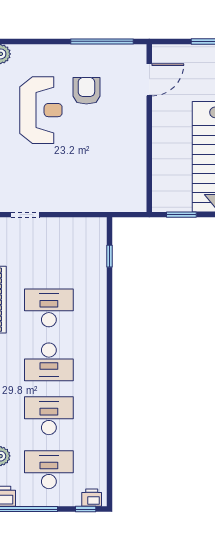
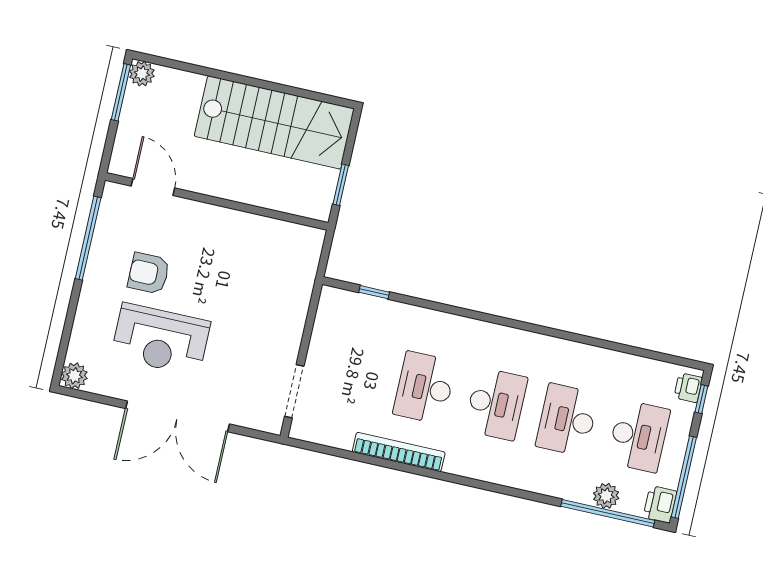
reception desk: (41, 110) -> (161, 339), turned 180
doorway: (25, 215) -> (294, 391), width x1.38
desk: (49, 470) -> (639, 436), turned 180

